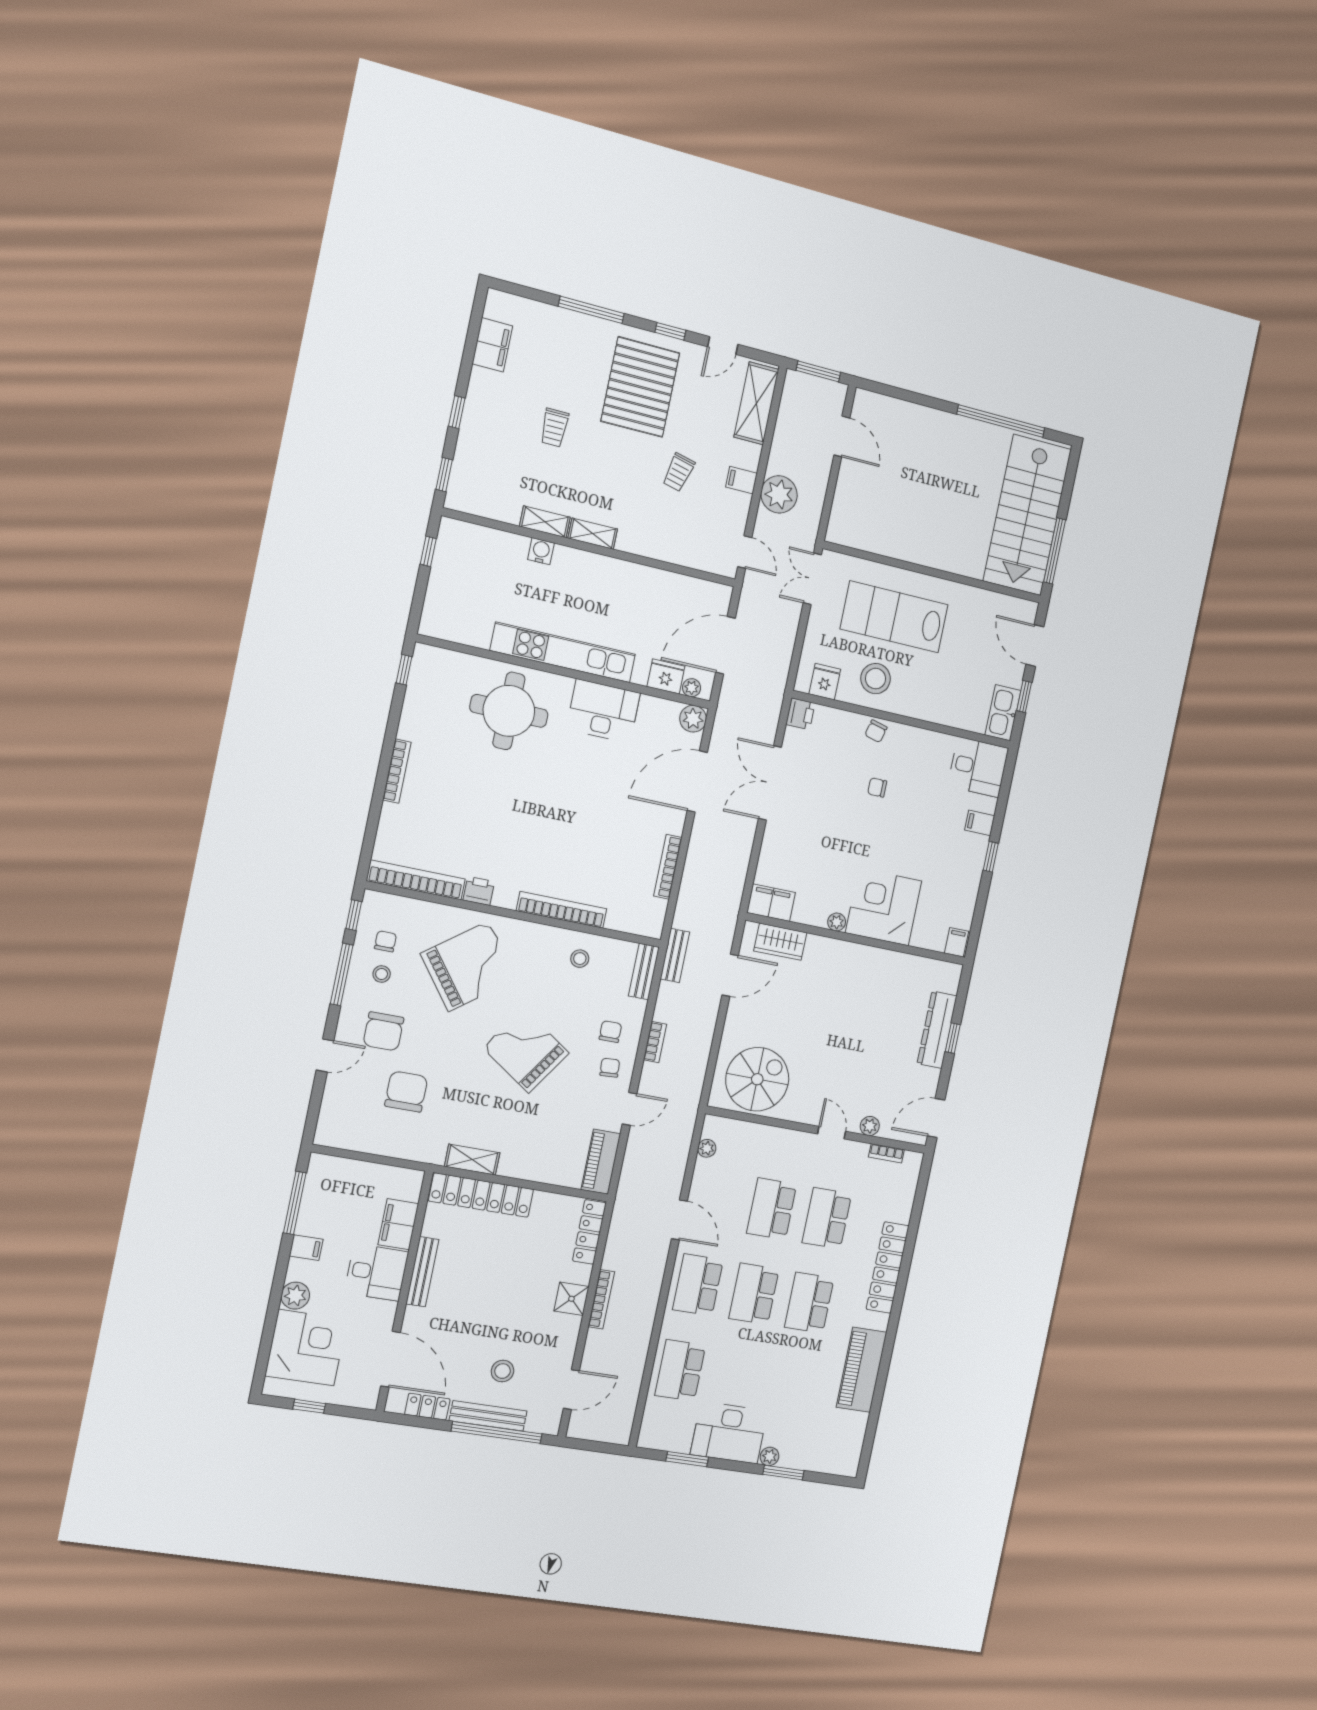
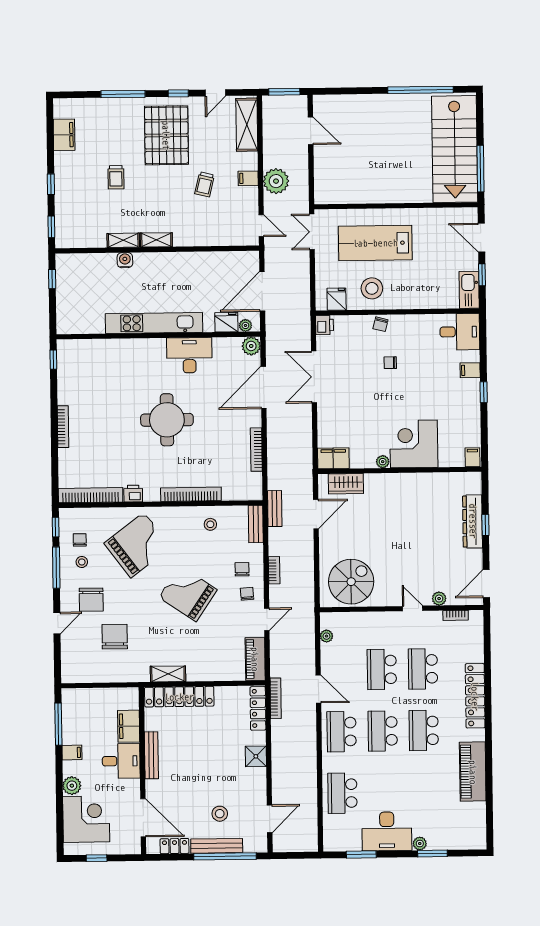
round table: (509, 711) -> (167, 420), moved
bookcase: (601, 1299) -> (276, 698), moved

